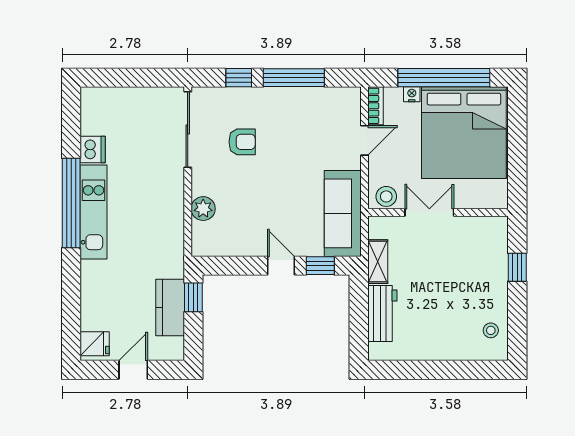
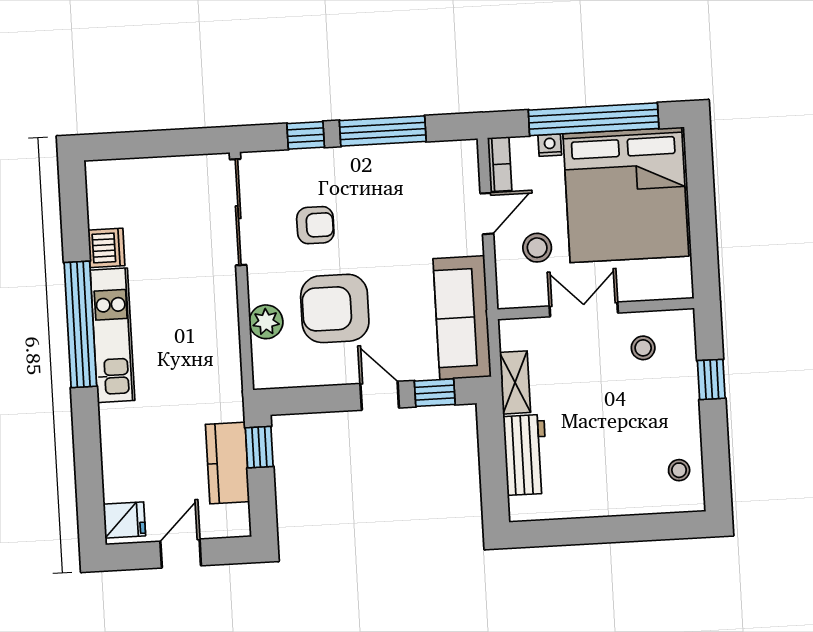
stool: (386, 196) -> (537, 248), moved
armchair: (253, 202) -> (335, 308), added
stool: (470, 242) -> (643, 348), added

